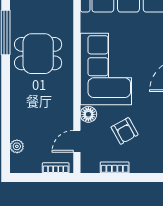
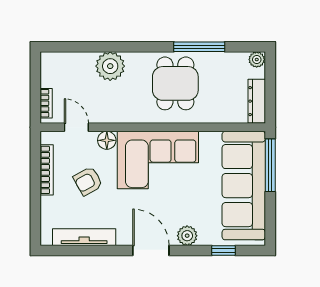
plant: (17, 146) -> (110, 66), moved, width x1.88, depth x1.88
bookcase: (115, 167) -> (47, 170), width x1.56

